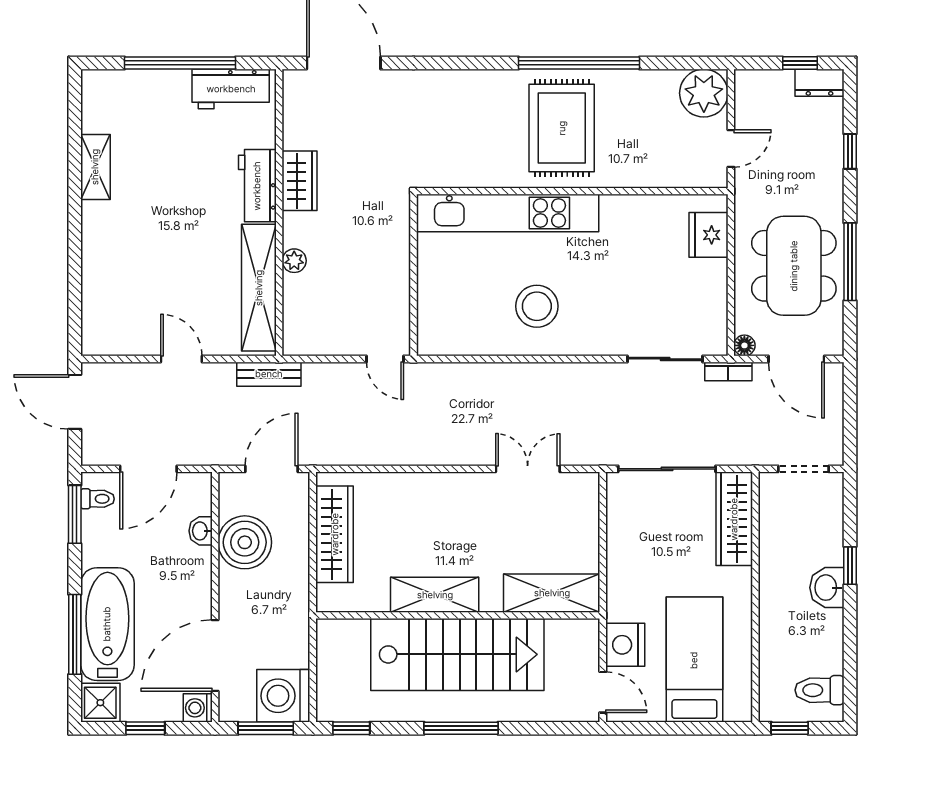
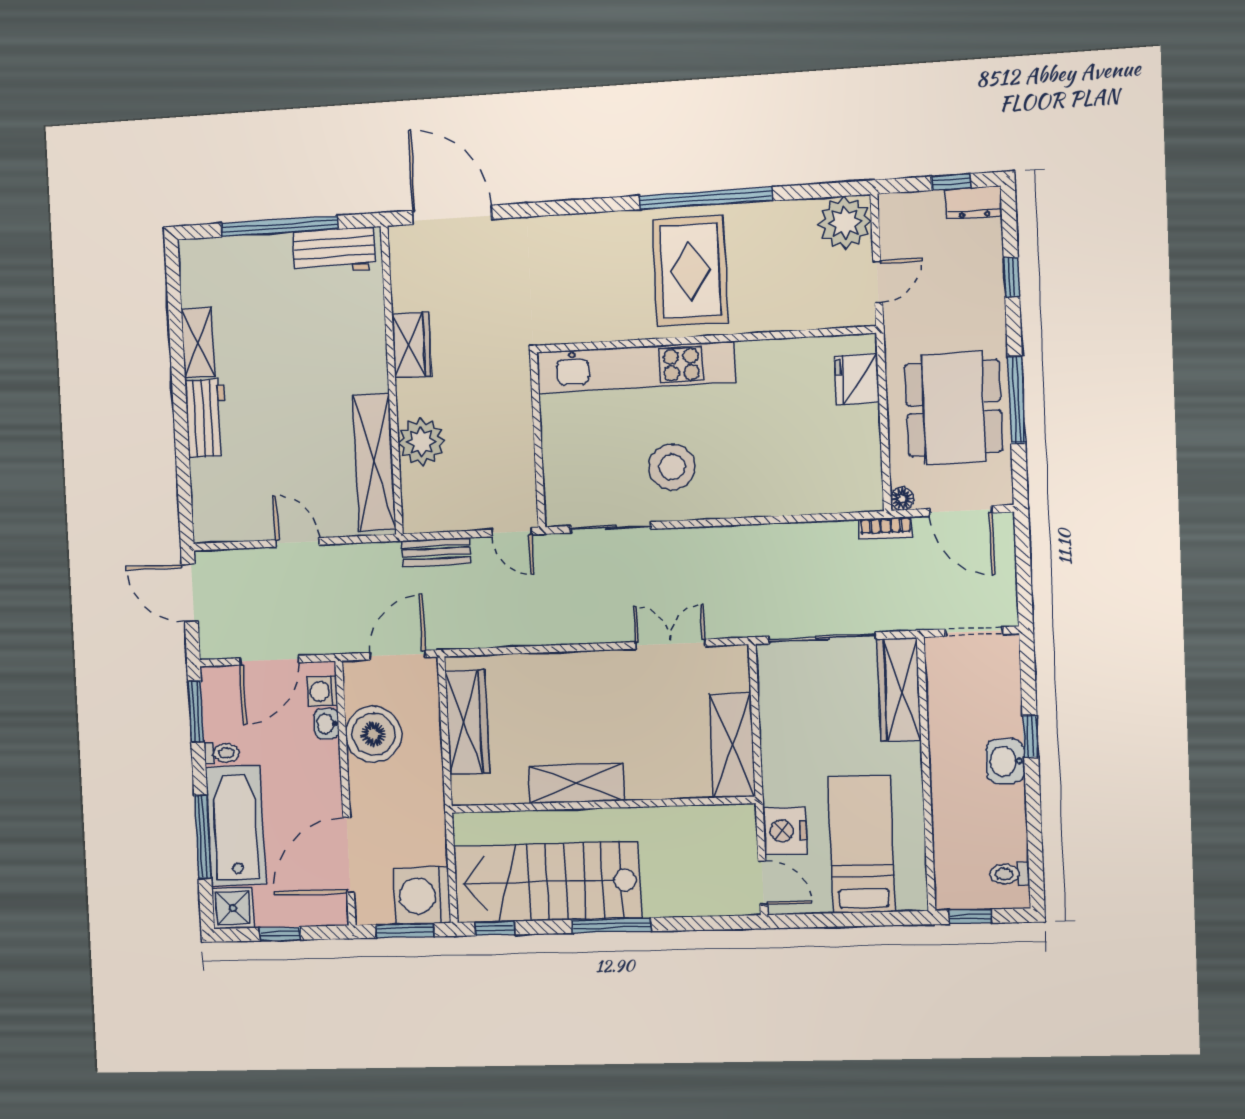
workbench: (257, 186) -> (206, 418), moved, turned 180
plant: (294, 261) -> (422, 442), width x1.88, depth x1.88
sliding door: (665, 359) -> (611, 527), moved
bench: (269, 374) -> (436, 552), moved
toilet: (97, 499) -> (222, 753), moved
shelving: (552, 593) -> (732, 745), moved, turned 90
stairs: (457, 654) -> (547, 882), moved, turned 180
toilet: (820, 690) -> (1010, 874), width x0.73, depth x0.72
washing machine: (198, 708) -> (322, 691), moved

